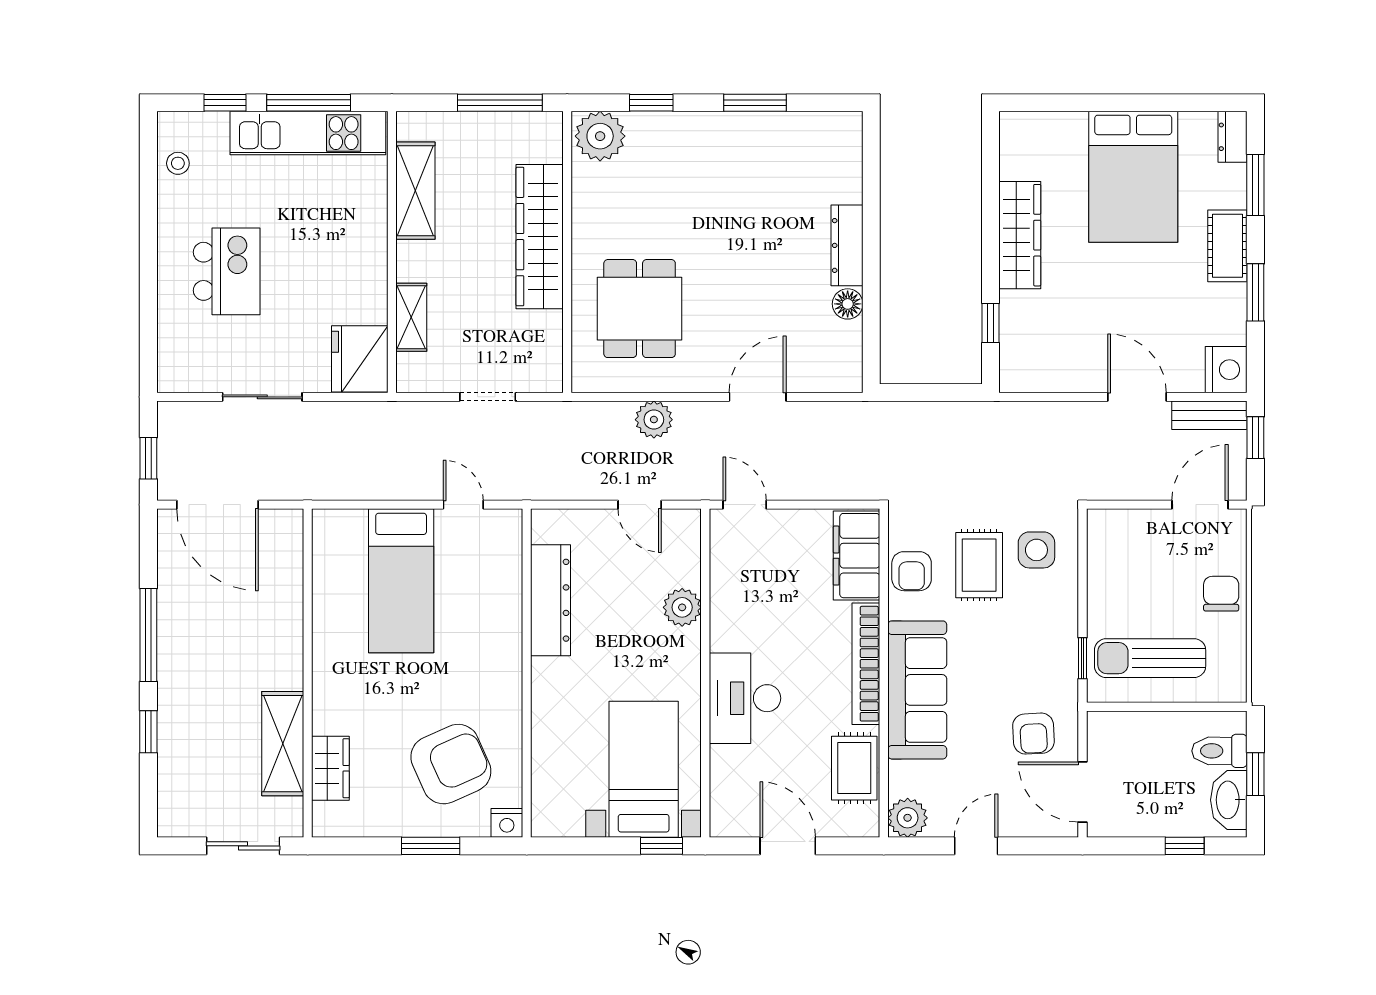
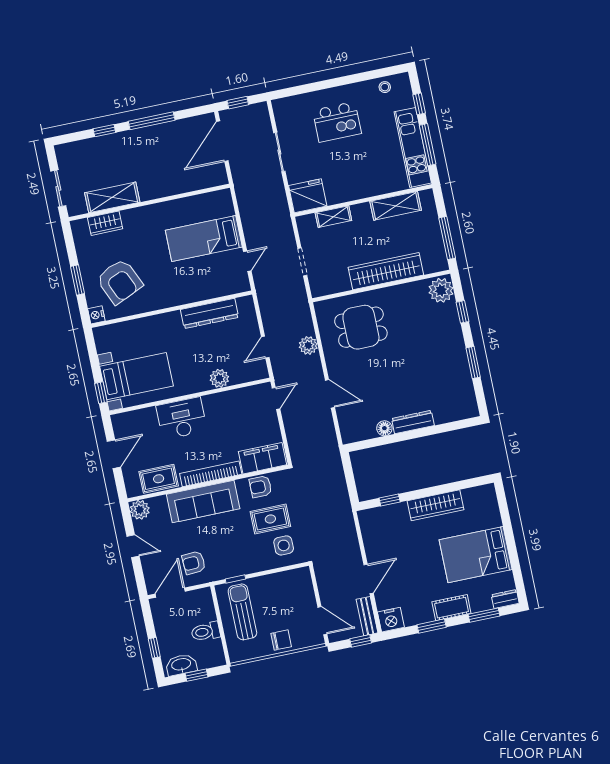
toilet: (1219, 751) -> (206, 632), moved, turned -90

